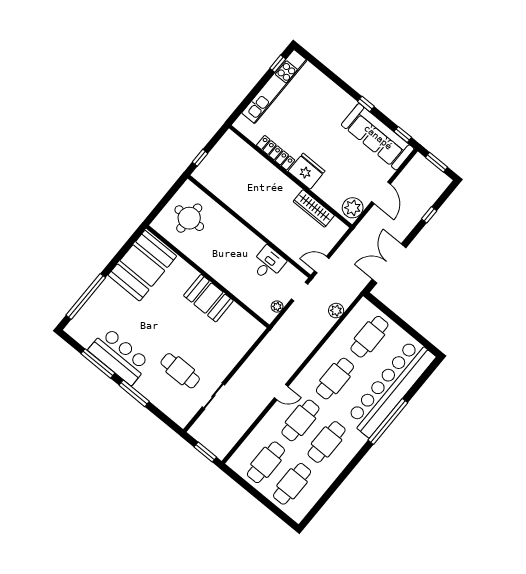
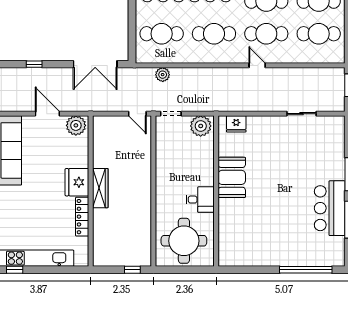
door: (381, 193) -> (47, 114), hinge flipped
wardrobe: (314, 208) -> (100, 188), moved
round table: (189, 218) -> (184, 241), width x1.36, depth x1.36
desk: (268, 263) -> (200, 200), moved, turned 180
booth: (142, 266) -> (248, 247), removed
plant: (277, 307) -> (201, 126), width x1.88, depth x1.88
fridge: (248, 337) -> (236, 124), added
cafe table: (180, 371) -> (303, 154), removed

